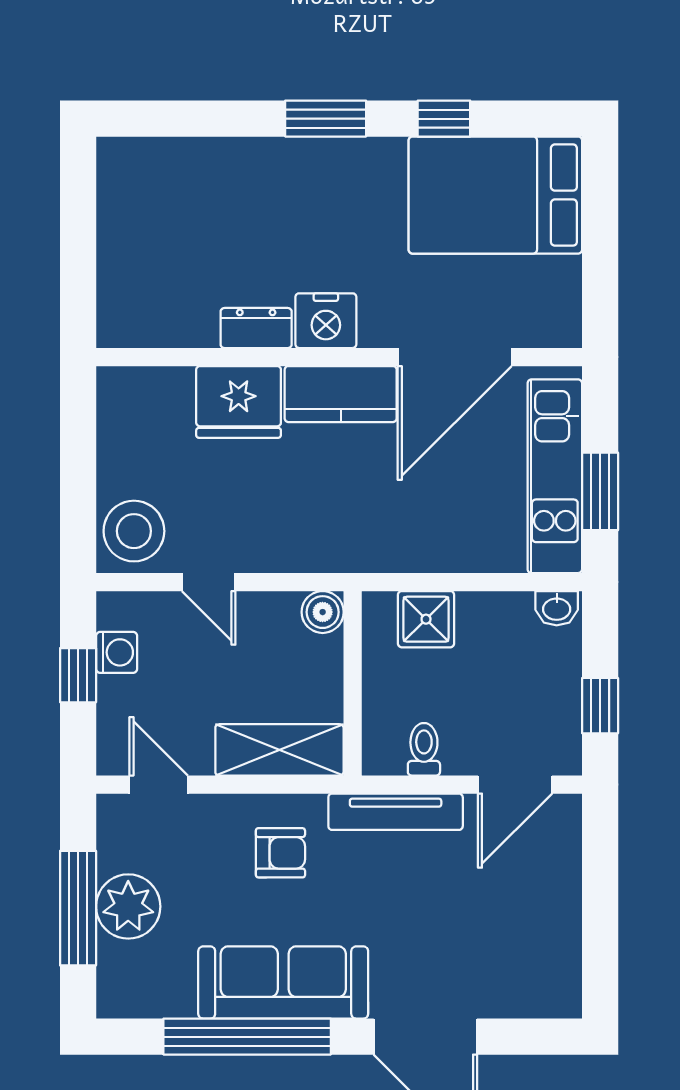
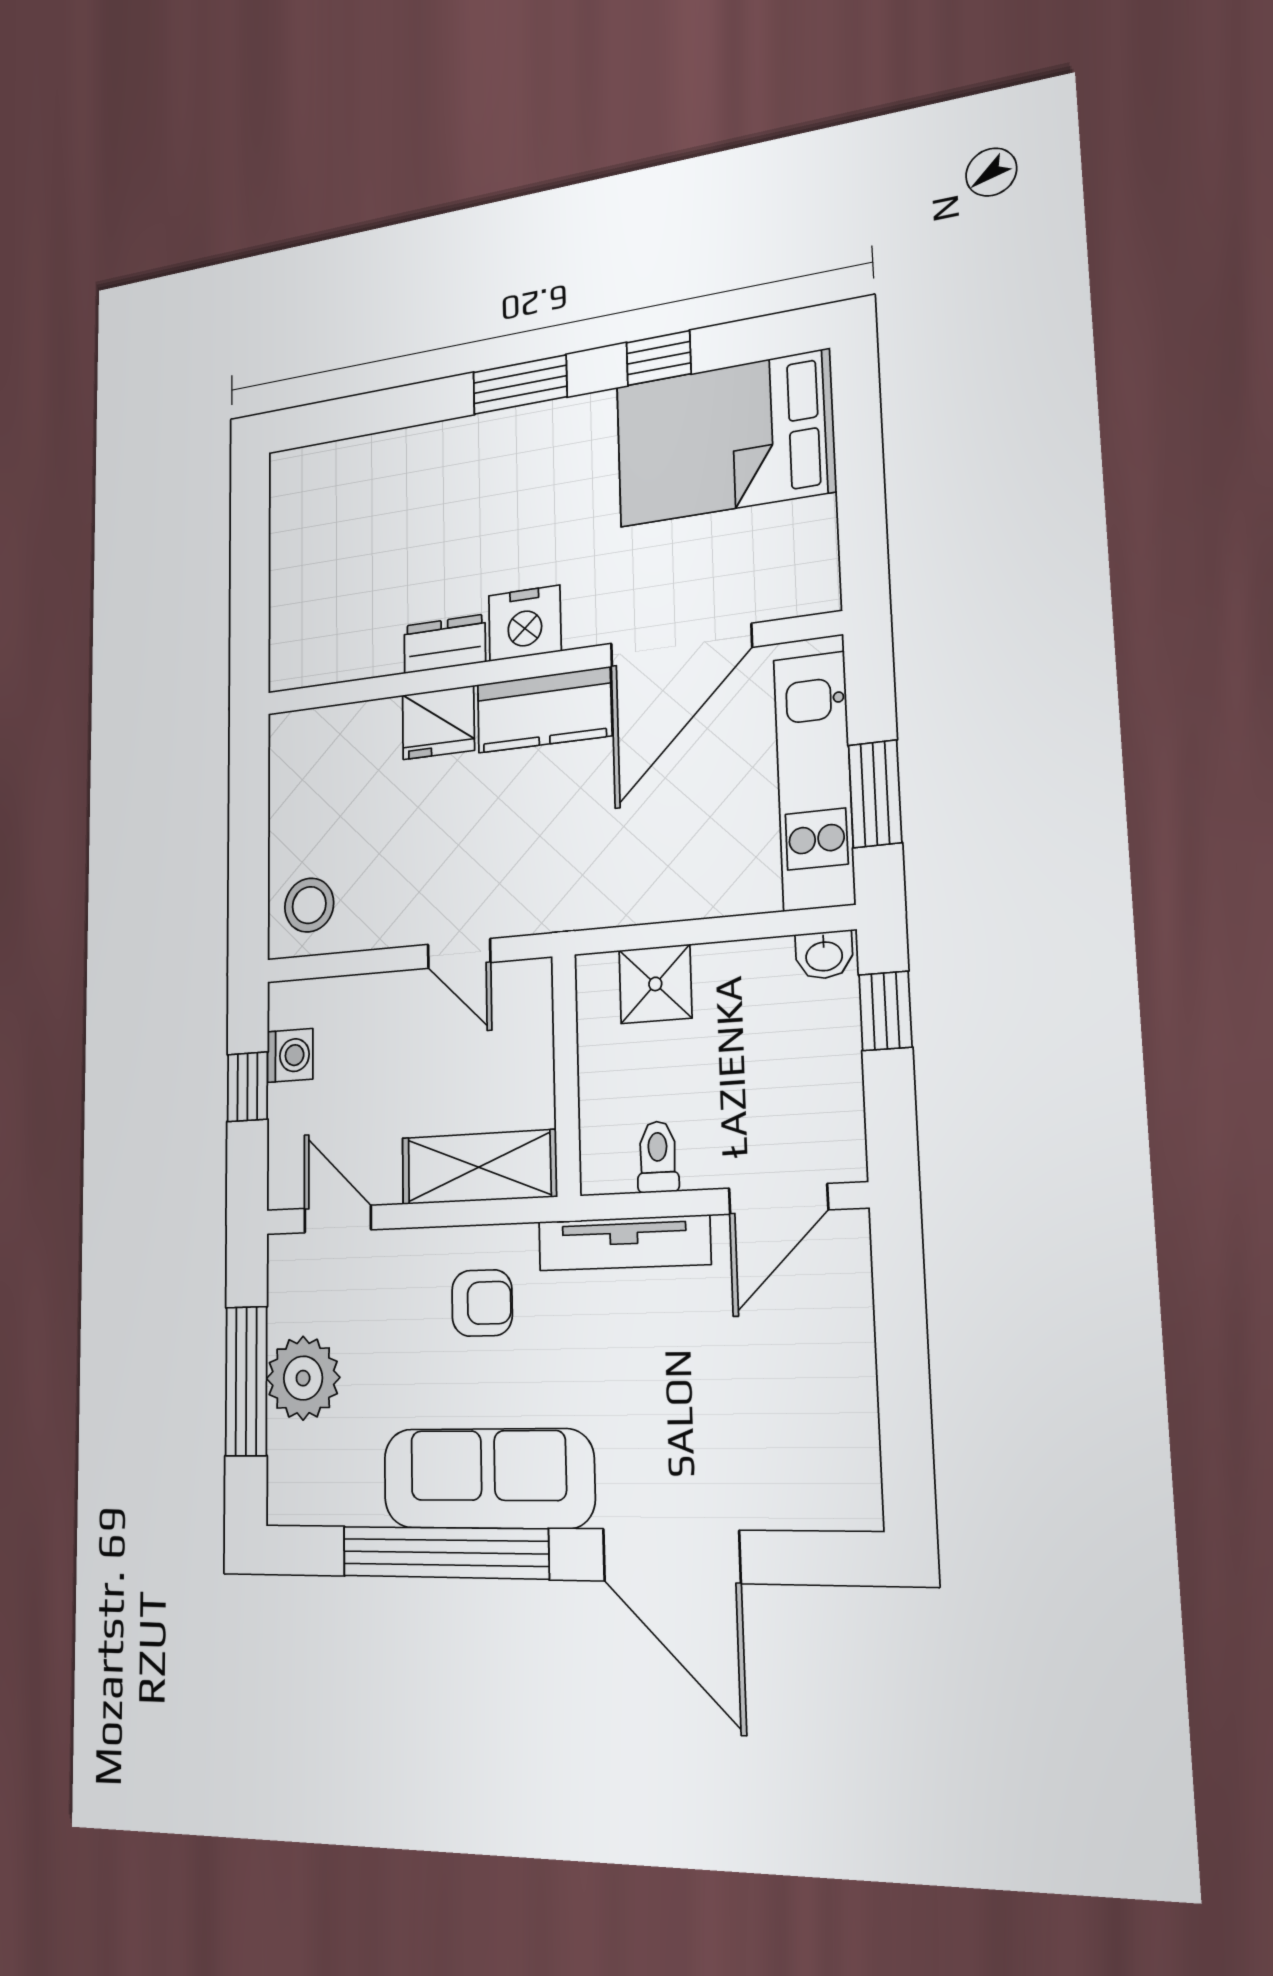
fridge: (239, 402) -> (438, 723), width x0.73, depth x0.75
stool: (134, 531) -> (309, 905), width x0.73, depth x0.73
door: (209, 582) -> (459, 953), moved
boiler: (323, 612) -> (528, 985), removed
window: (600, 706) -> (885, 1011), moved

